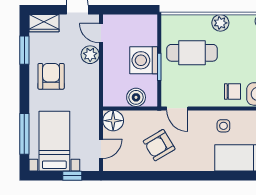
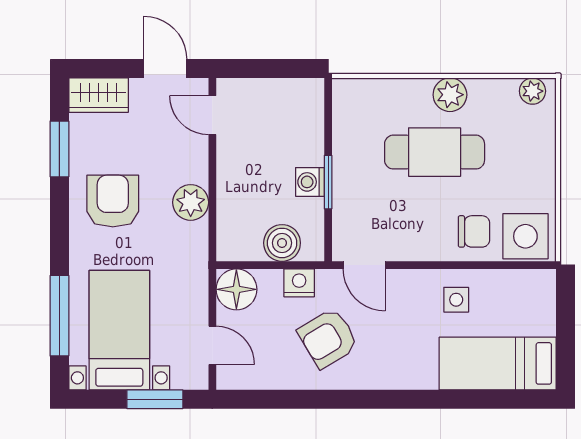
cafe table: (192, 53) -> (435, 152), moved
plant: (90, 55) -> (191, 202), moved
washing machine: (144, 60) -> (310, 182), width x0.53, depth x0.53
nightstand: (145, 117) -> (299, 283), added
door: (101, 149) -> (212, 345), hinge flipped
window: (72, 176) -> (155, 399), width x1.50

